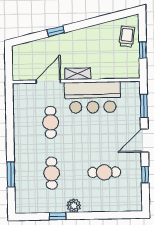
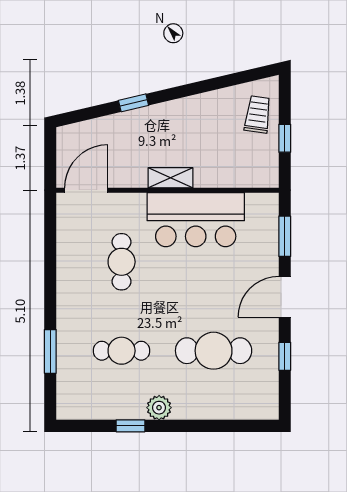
door: (48, 81) -> (86, 190), moved
cafe table: (104, 172) -> (214, 351), width x1.37, depth x1.35
cafe table: (52, 173) -> (122, 351), turned 90

